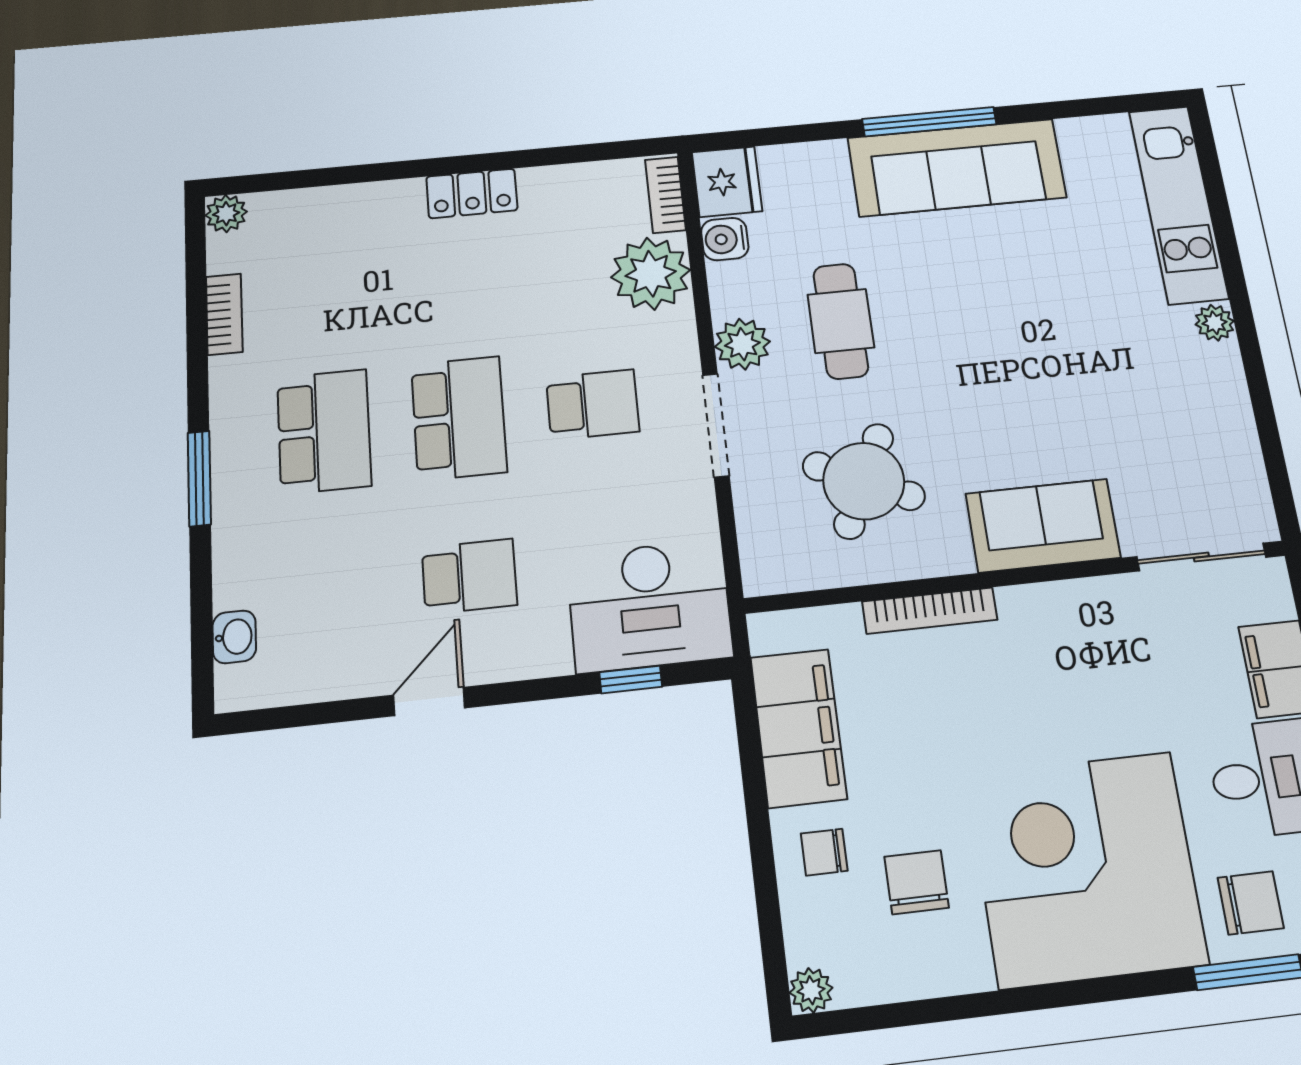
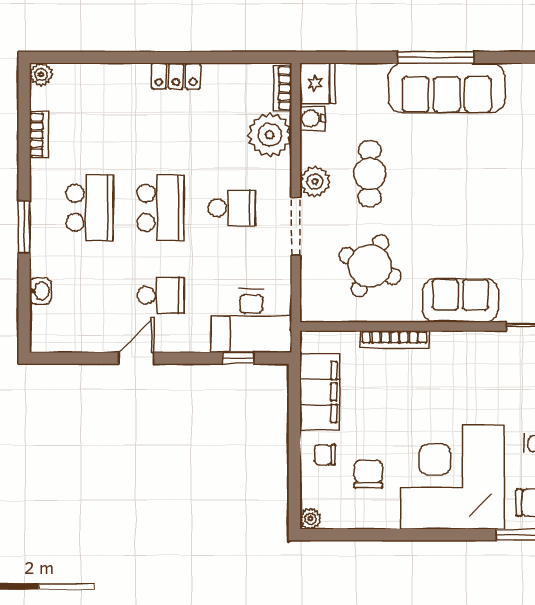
washbasin: (234, 637) -> (40, 291), moved

